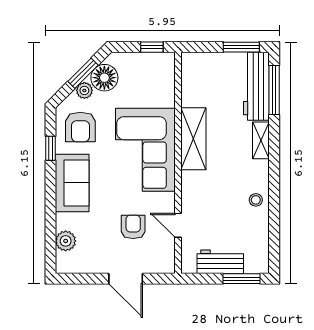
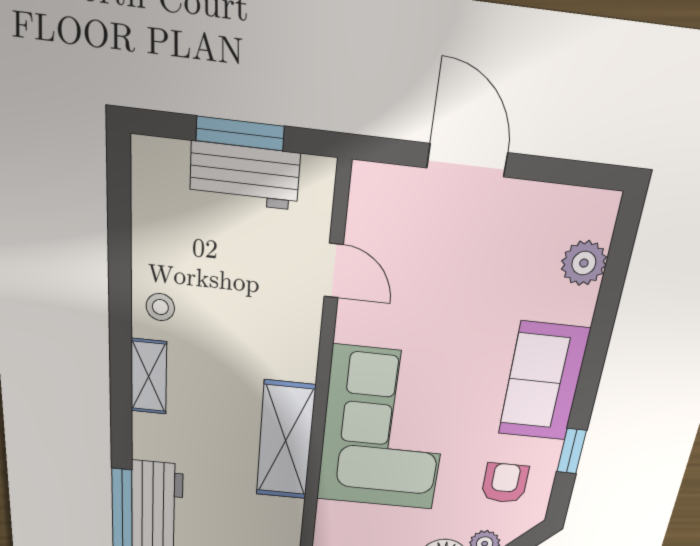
armchair: (80, 127) -> (505, 483), width x0.72, depth x0.72
shelving: (261, 140) -> (149, 377), moved
armchair: (133, 227) -> (432, 278), removed
window: (241, 279) -> (240, 133), moved

